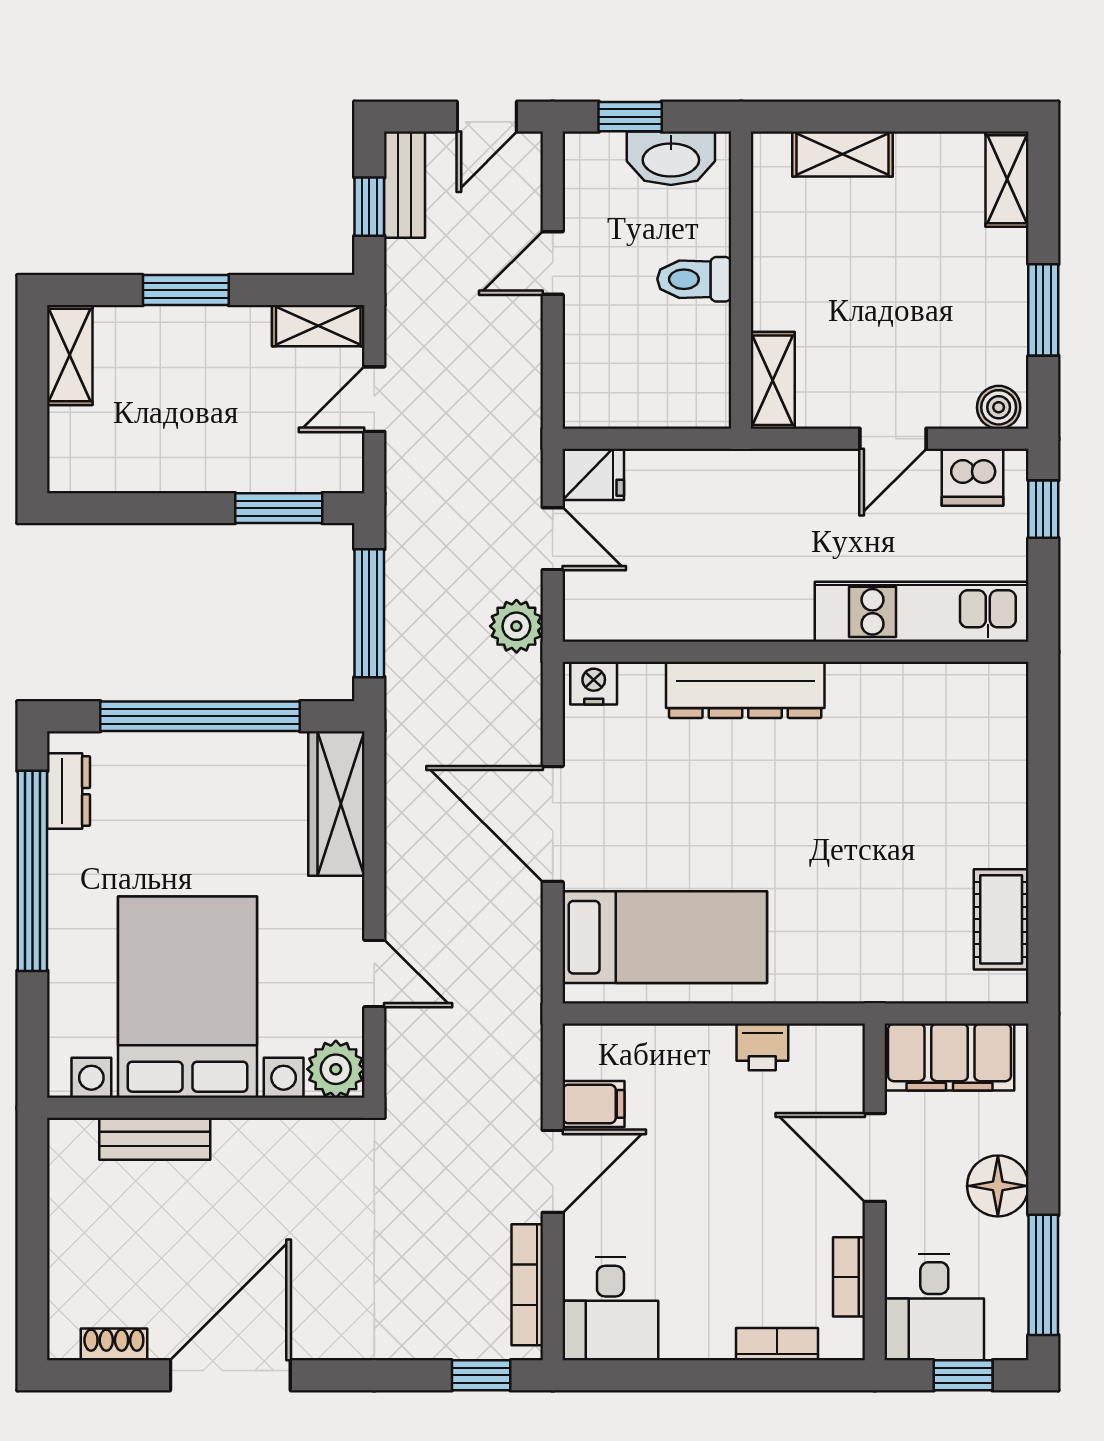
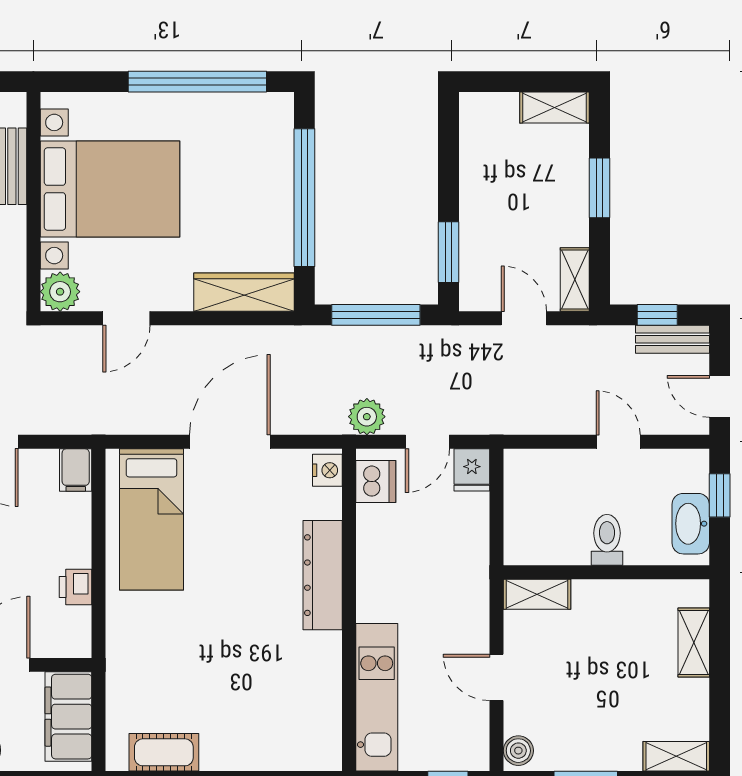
dishwasher: (973, 477) -> (376, 481), moved, turned 180
dresser: (69, 791) -> (253, 107), removed
filing cabinet: (593, 1104) -> (76, 470), moved

